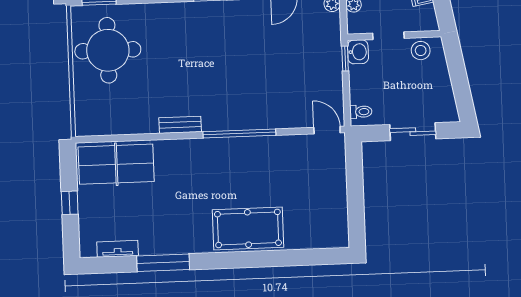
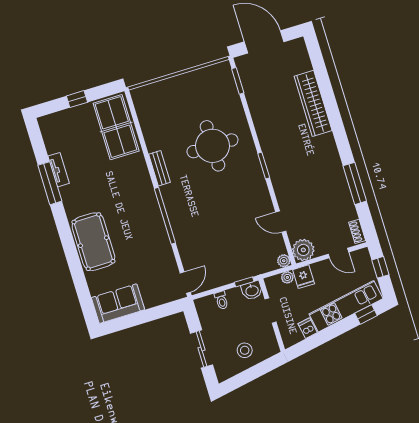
round table: (108, 50) -> (212, 146), moved
stool: (421, 51) -> (245, 350), moved
toilet: (361, 112) -> (221, 300), moved
sofa: (331, 219) -> (118, 304), added
tv unit: (118, 249) -> (59, 170), moved

